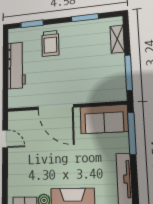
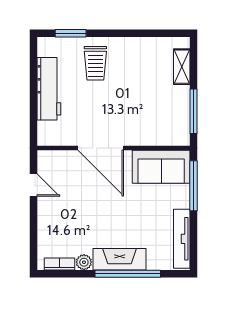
window: (85, 18) -> (142, 33), removed

